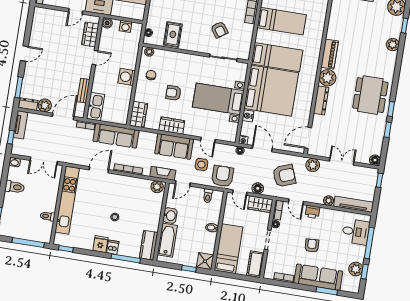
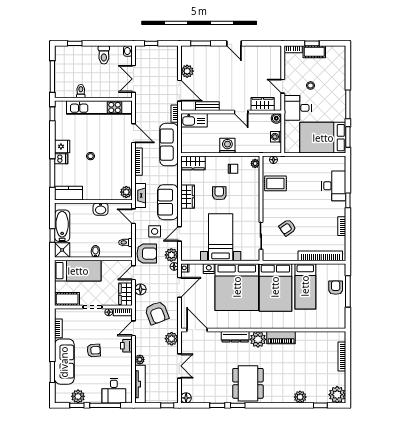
bed: (277, 57) -> (275, 287), width x1.50
dining table: (370, 95) -> (248, 383), turned 90
dresser: (28, 104) -> (186, 55), removed
tv unit: (20, 125) -> (165, 51), removed
plant: (228, 151) -> (171, 255), added
bathtub: (167, 240) -> (62, 226), moved, turned -90

